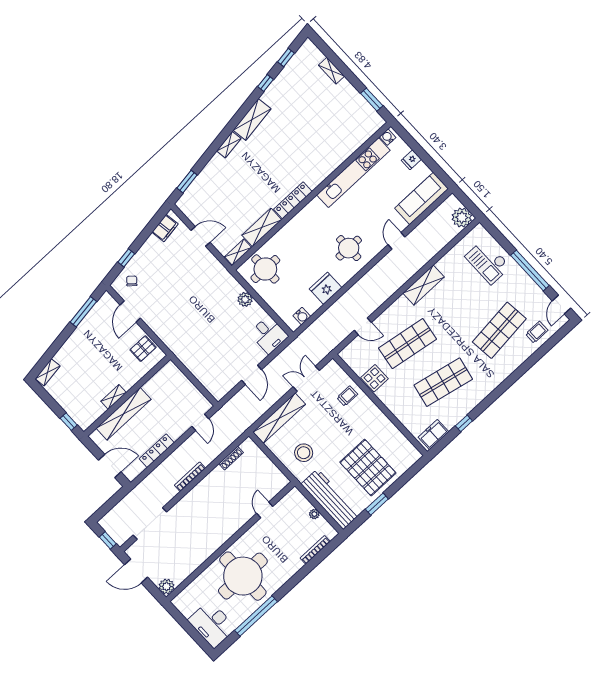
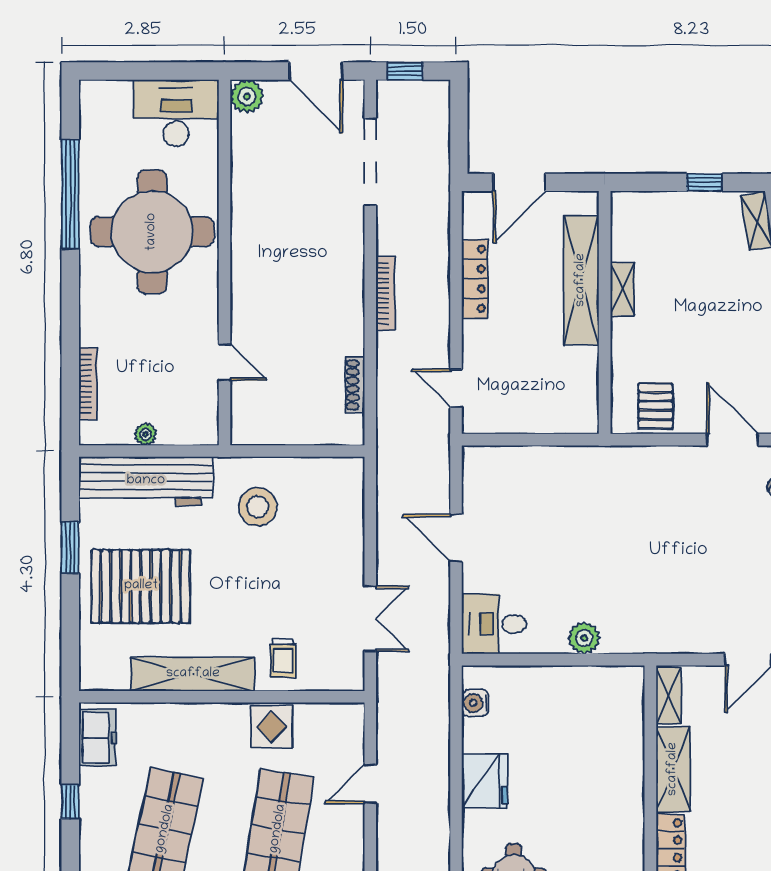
round table: (265, 269) -> (602, 714), removed
shelving: (279, 418) -> (193, 674), moved, turned 90
window: (69, 422) -> (704, 182), moved
door: (136, 571) -> (316, 71), swing flipped
desk: (212, 624) -> (176, 113), moved

